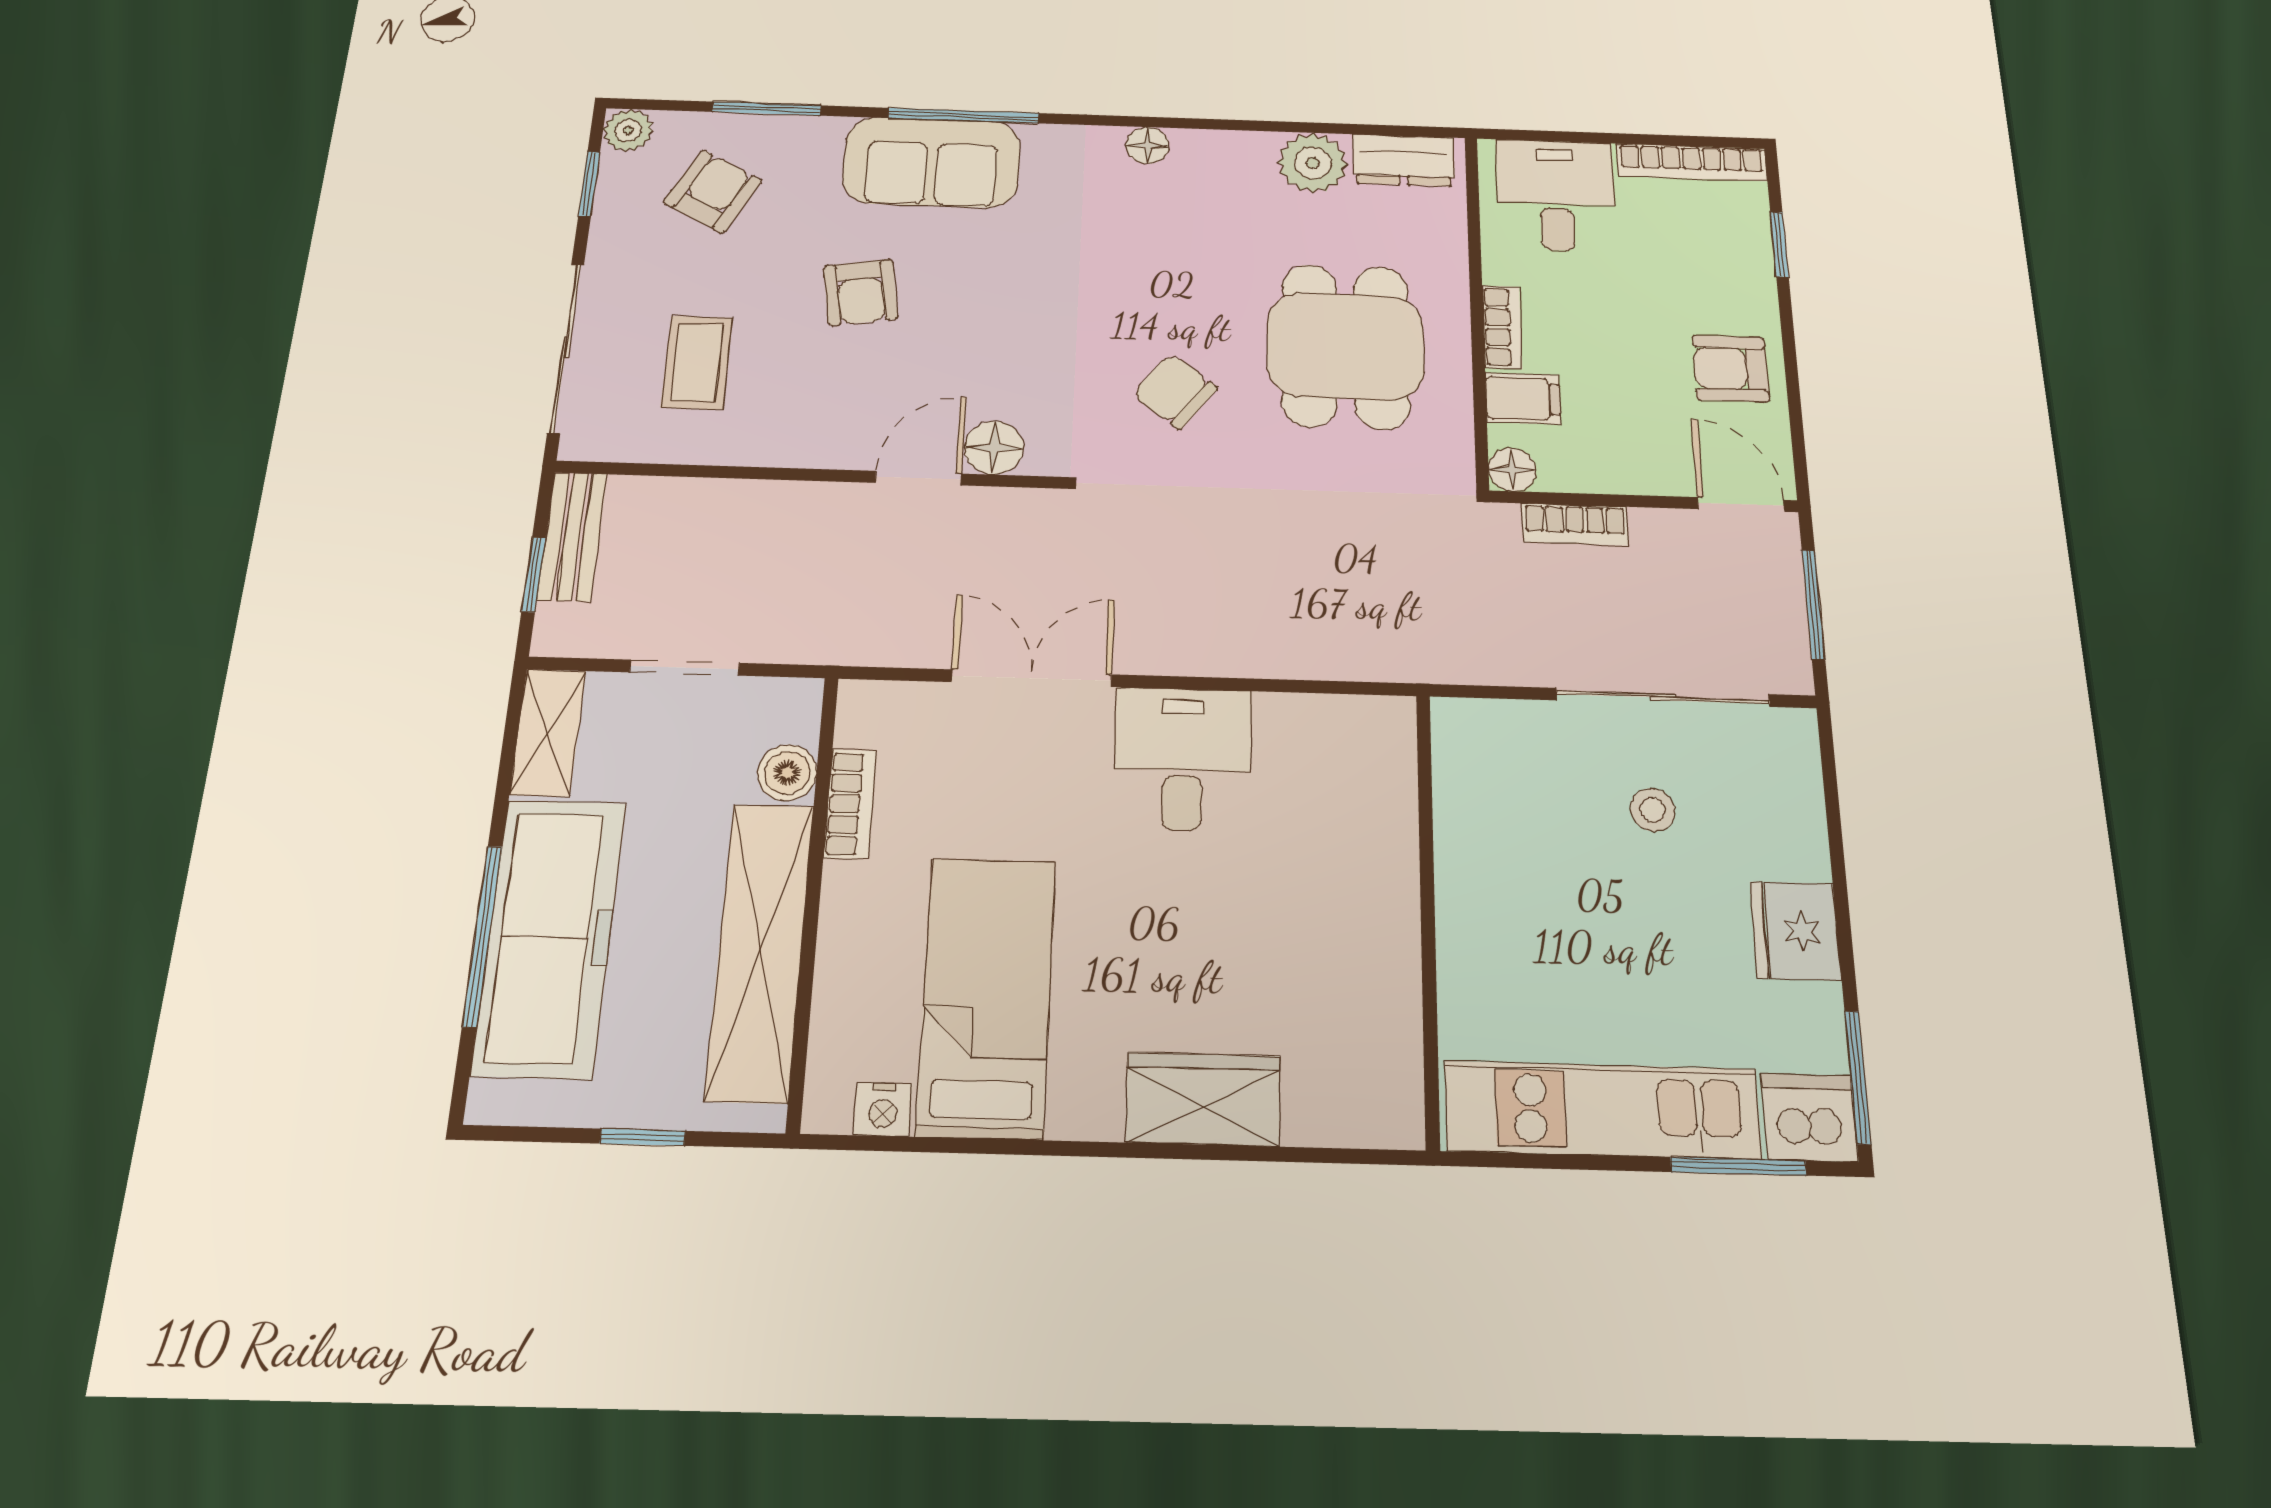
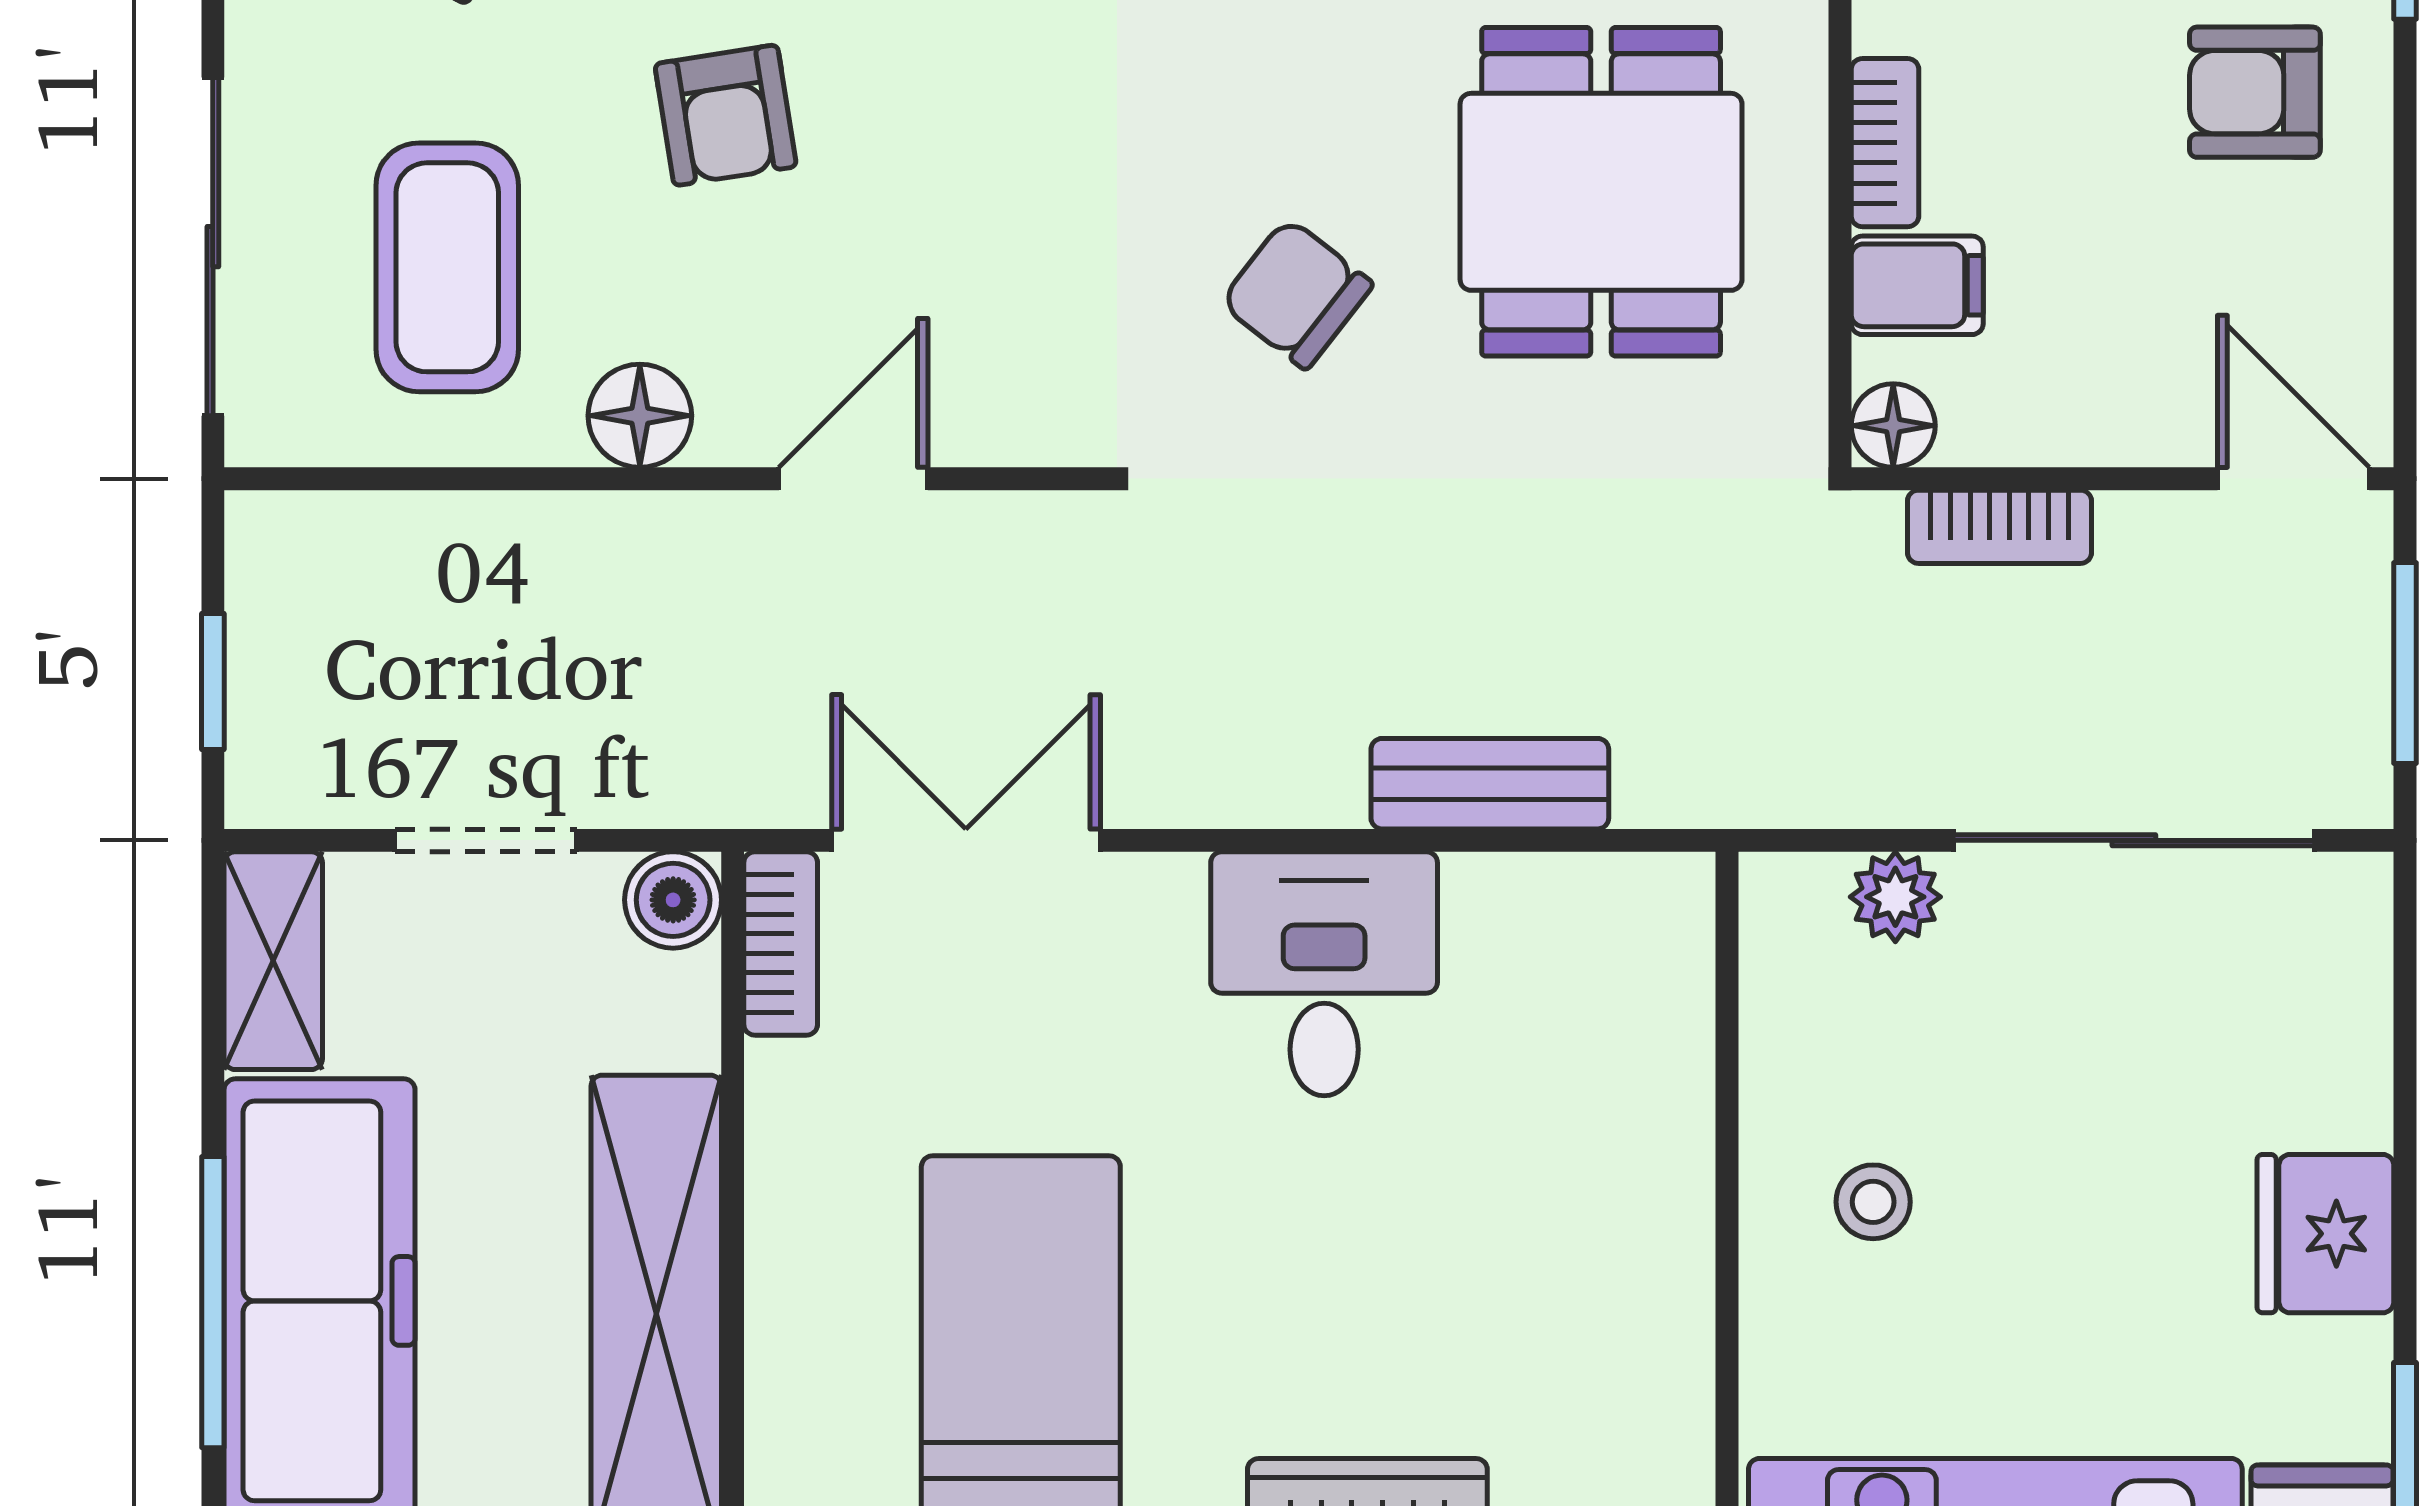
coffee table: (697, 362) -> (447, 267), width x1.36, depth x1.30
armchair: (1731, 369) -> (2255, 92), moved
floor lamp: (994, 448) -> (640, 416), moved
bench: (572, 536) -> (1490, 784), moved, turned 90
double door: (1032, 678) -> (966, 840), moved
plant: (1524, 725) -> (1895, 897), added
boiler: (787, 773) -> (673, 900), moved
bookcase: (850, 804) -> (781, 943), moved
stool: (1653, 810) -> (1873, 1202), moved

